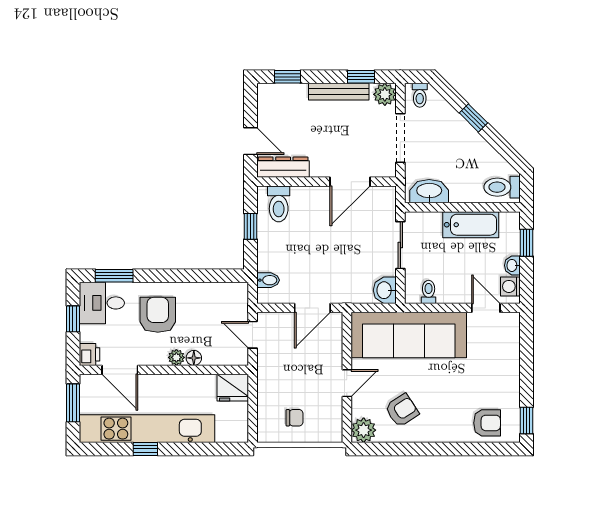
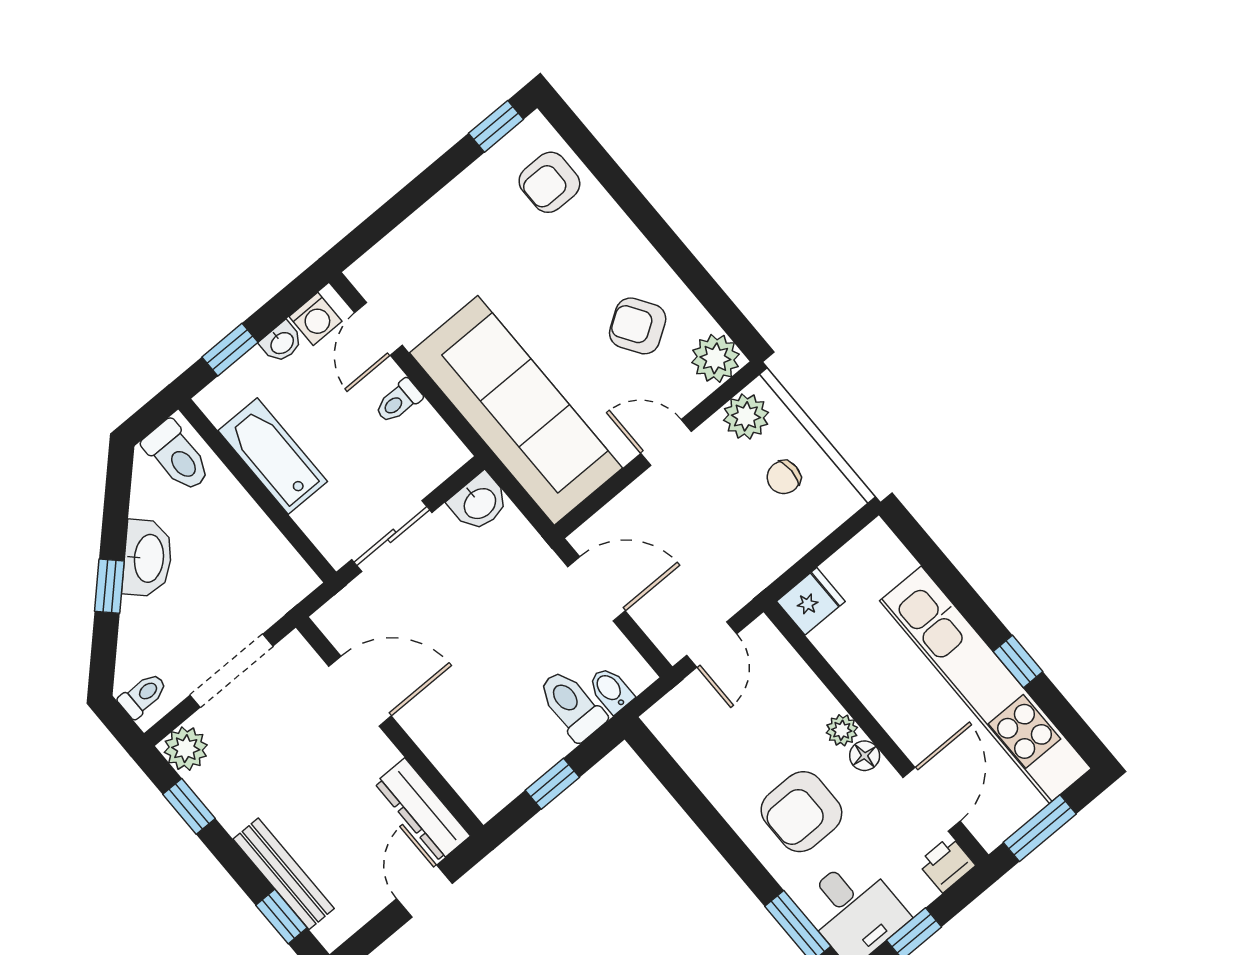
bench: (339, 92) -> (284, 874), moved
washbasin: (429, 191) -> (148, 558), moved, turned -135
toilet: (279, 204) -> (572, 705), moved, turned -90
toilet: (429, 292) -> (398, 401), moved
floor lamp: (194, 358) -> (865, 756), moved
fridge: (233, 388) -> (811, 601), width x0.72
chair: (295, 418) -> (784, 477), turned -90
plant: (331, 423) -> (746, 416), added
armchair: (487, 423) -> (549, 182), turned -90

